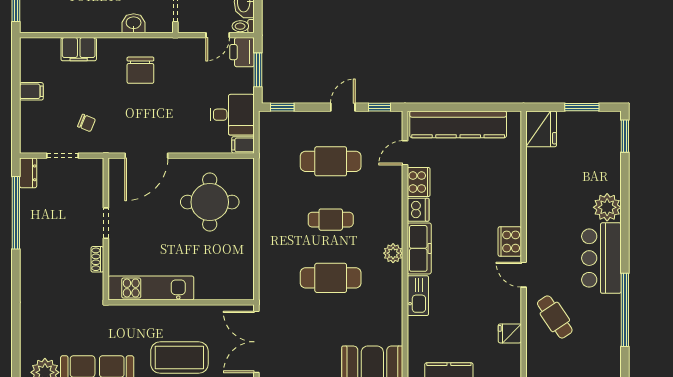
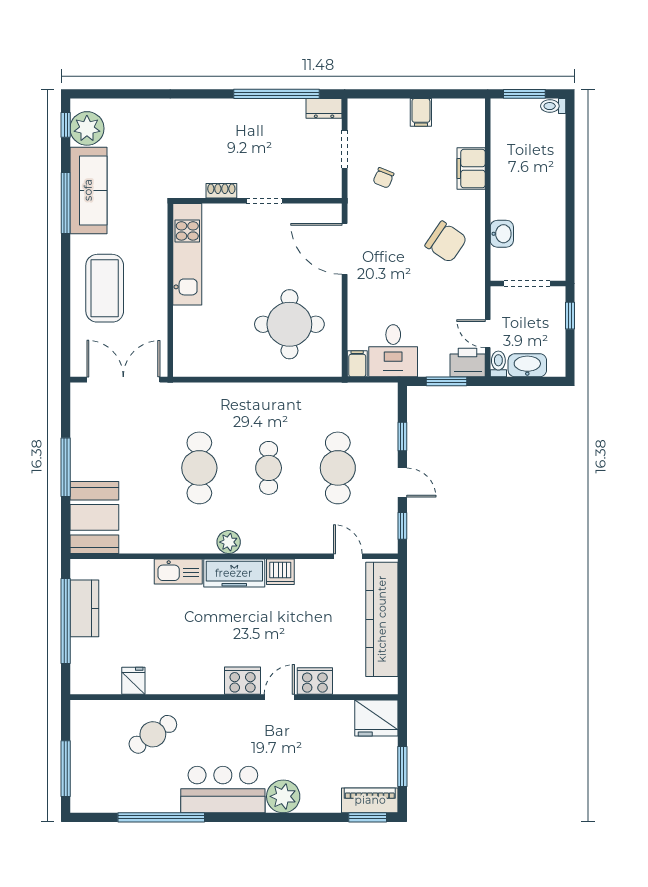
chair: (140, 70) -> (446, 242), turned -146
window: (282, 107) -> (402, 436), moved
piano: (610, 134) -> (370, 800), added
cooker: (419, 182) -> (315, 681), moved, turned 180
door: (524, 275) -> (279, 697), moved

